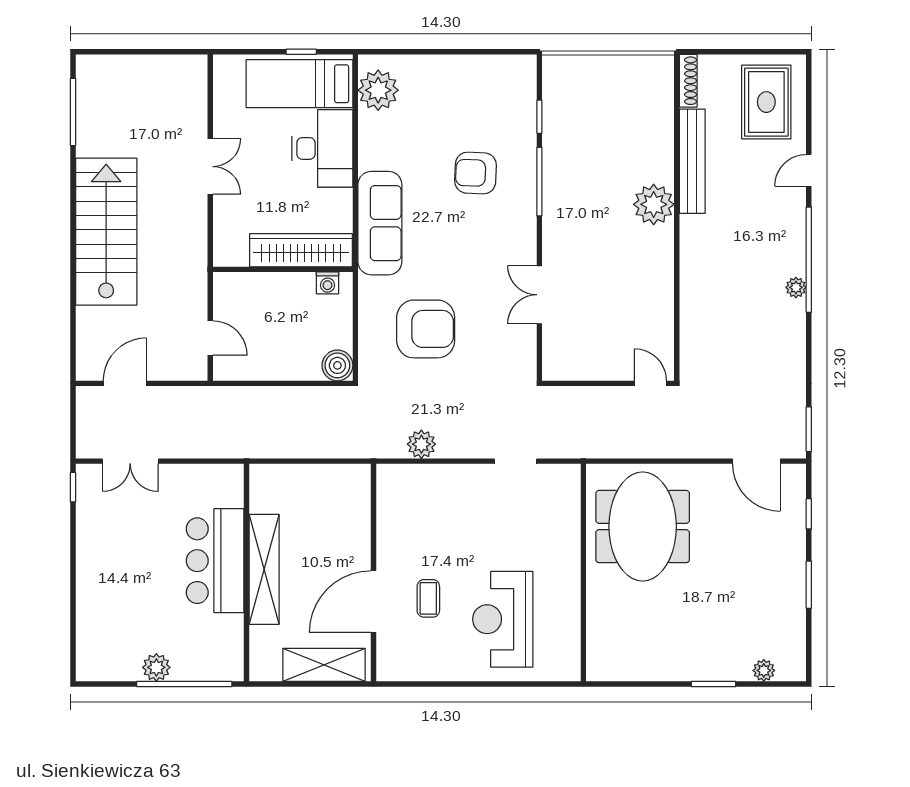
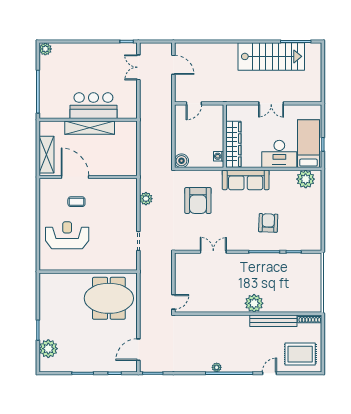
door: (809, 170) -> (269, 373), hinge flipped
stairs: (106, 232) -> (271, 56), moved
plant: (156, 667) -> (45, 49), moved
plant: (764, 670) -> (48, 349), width x1.87, depth x1.87

